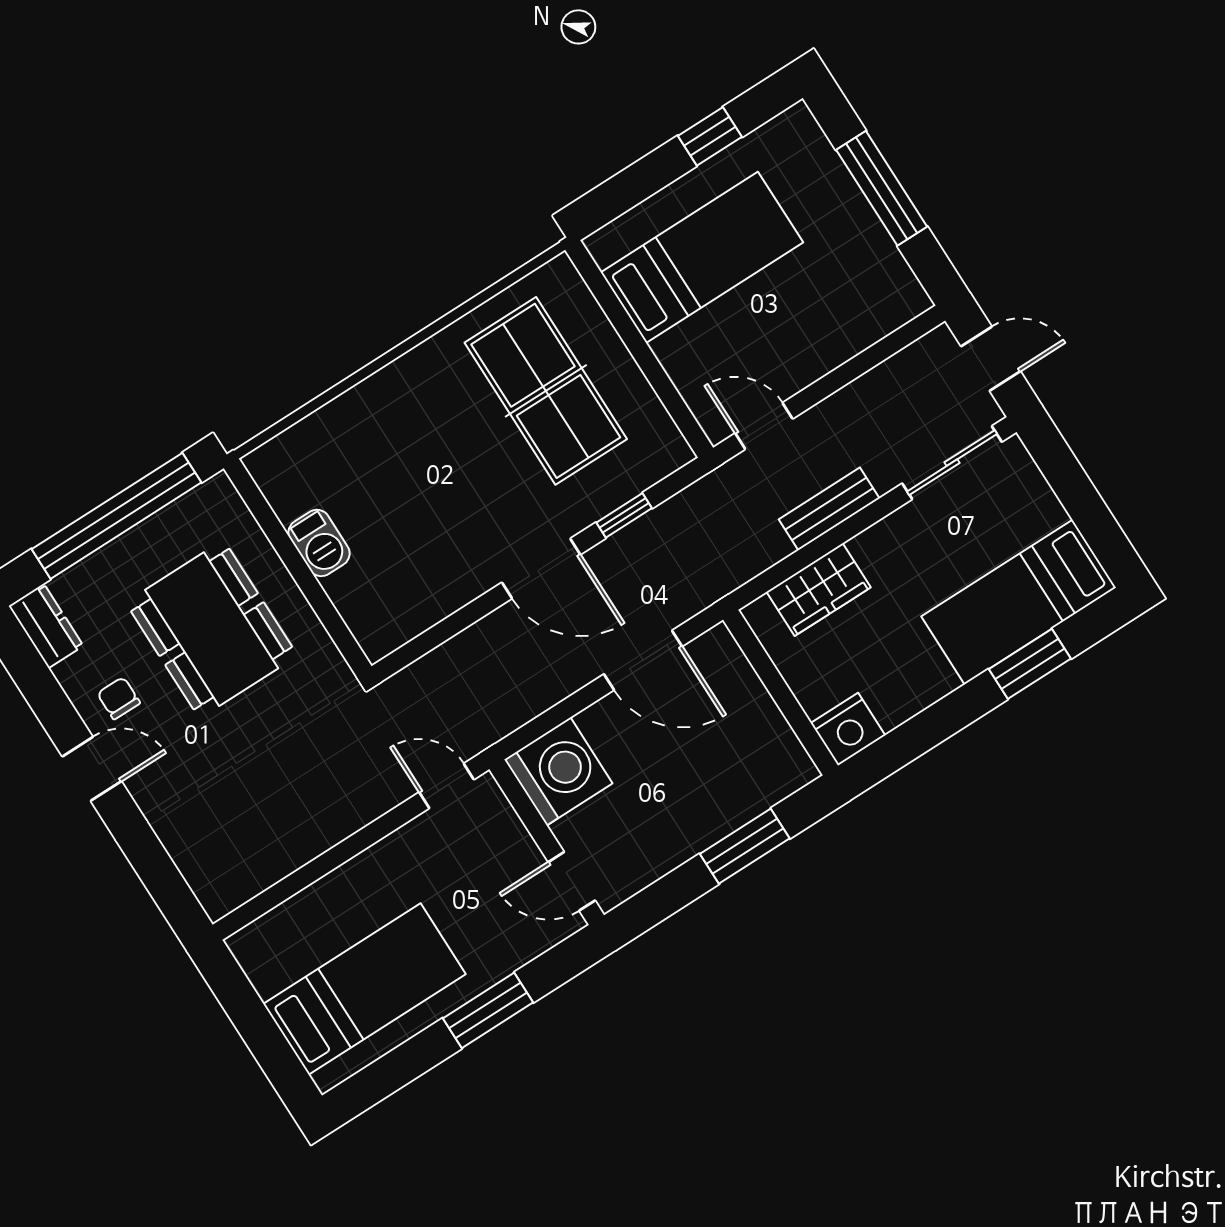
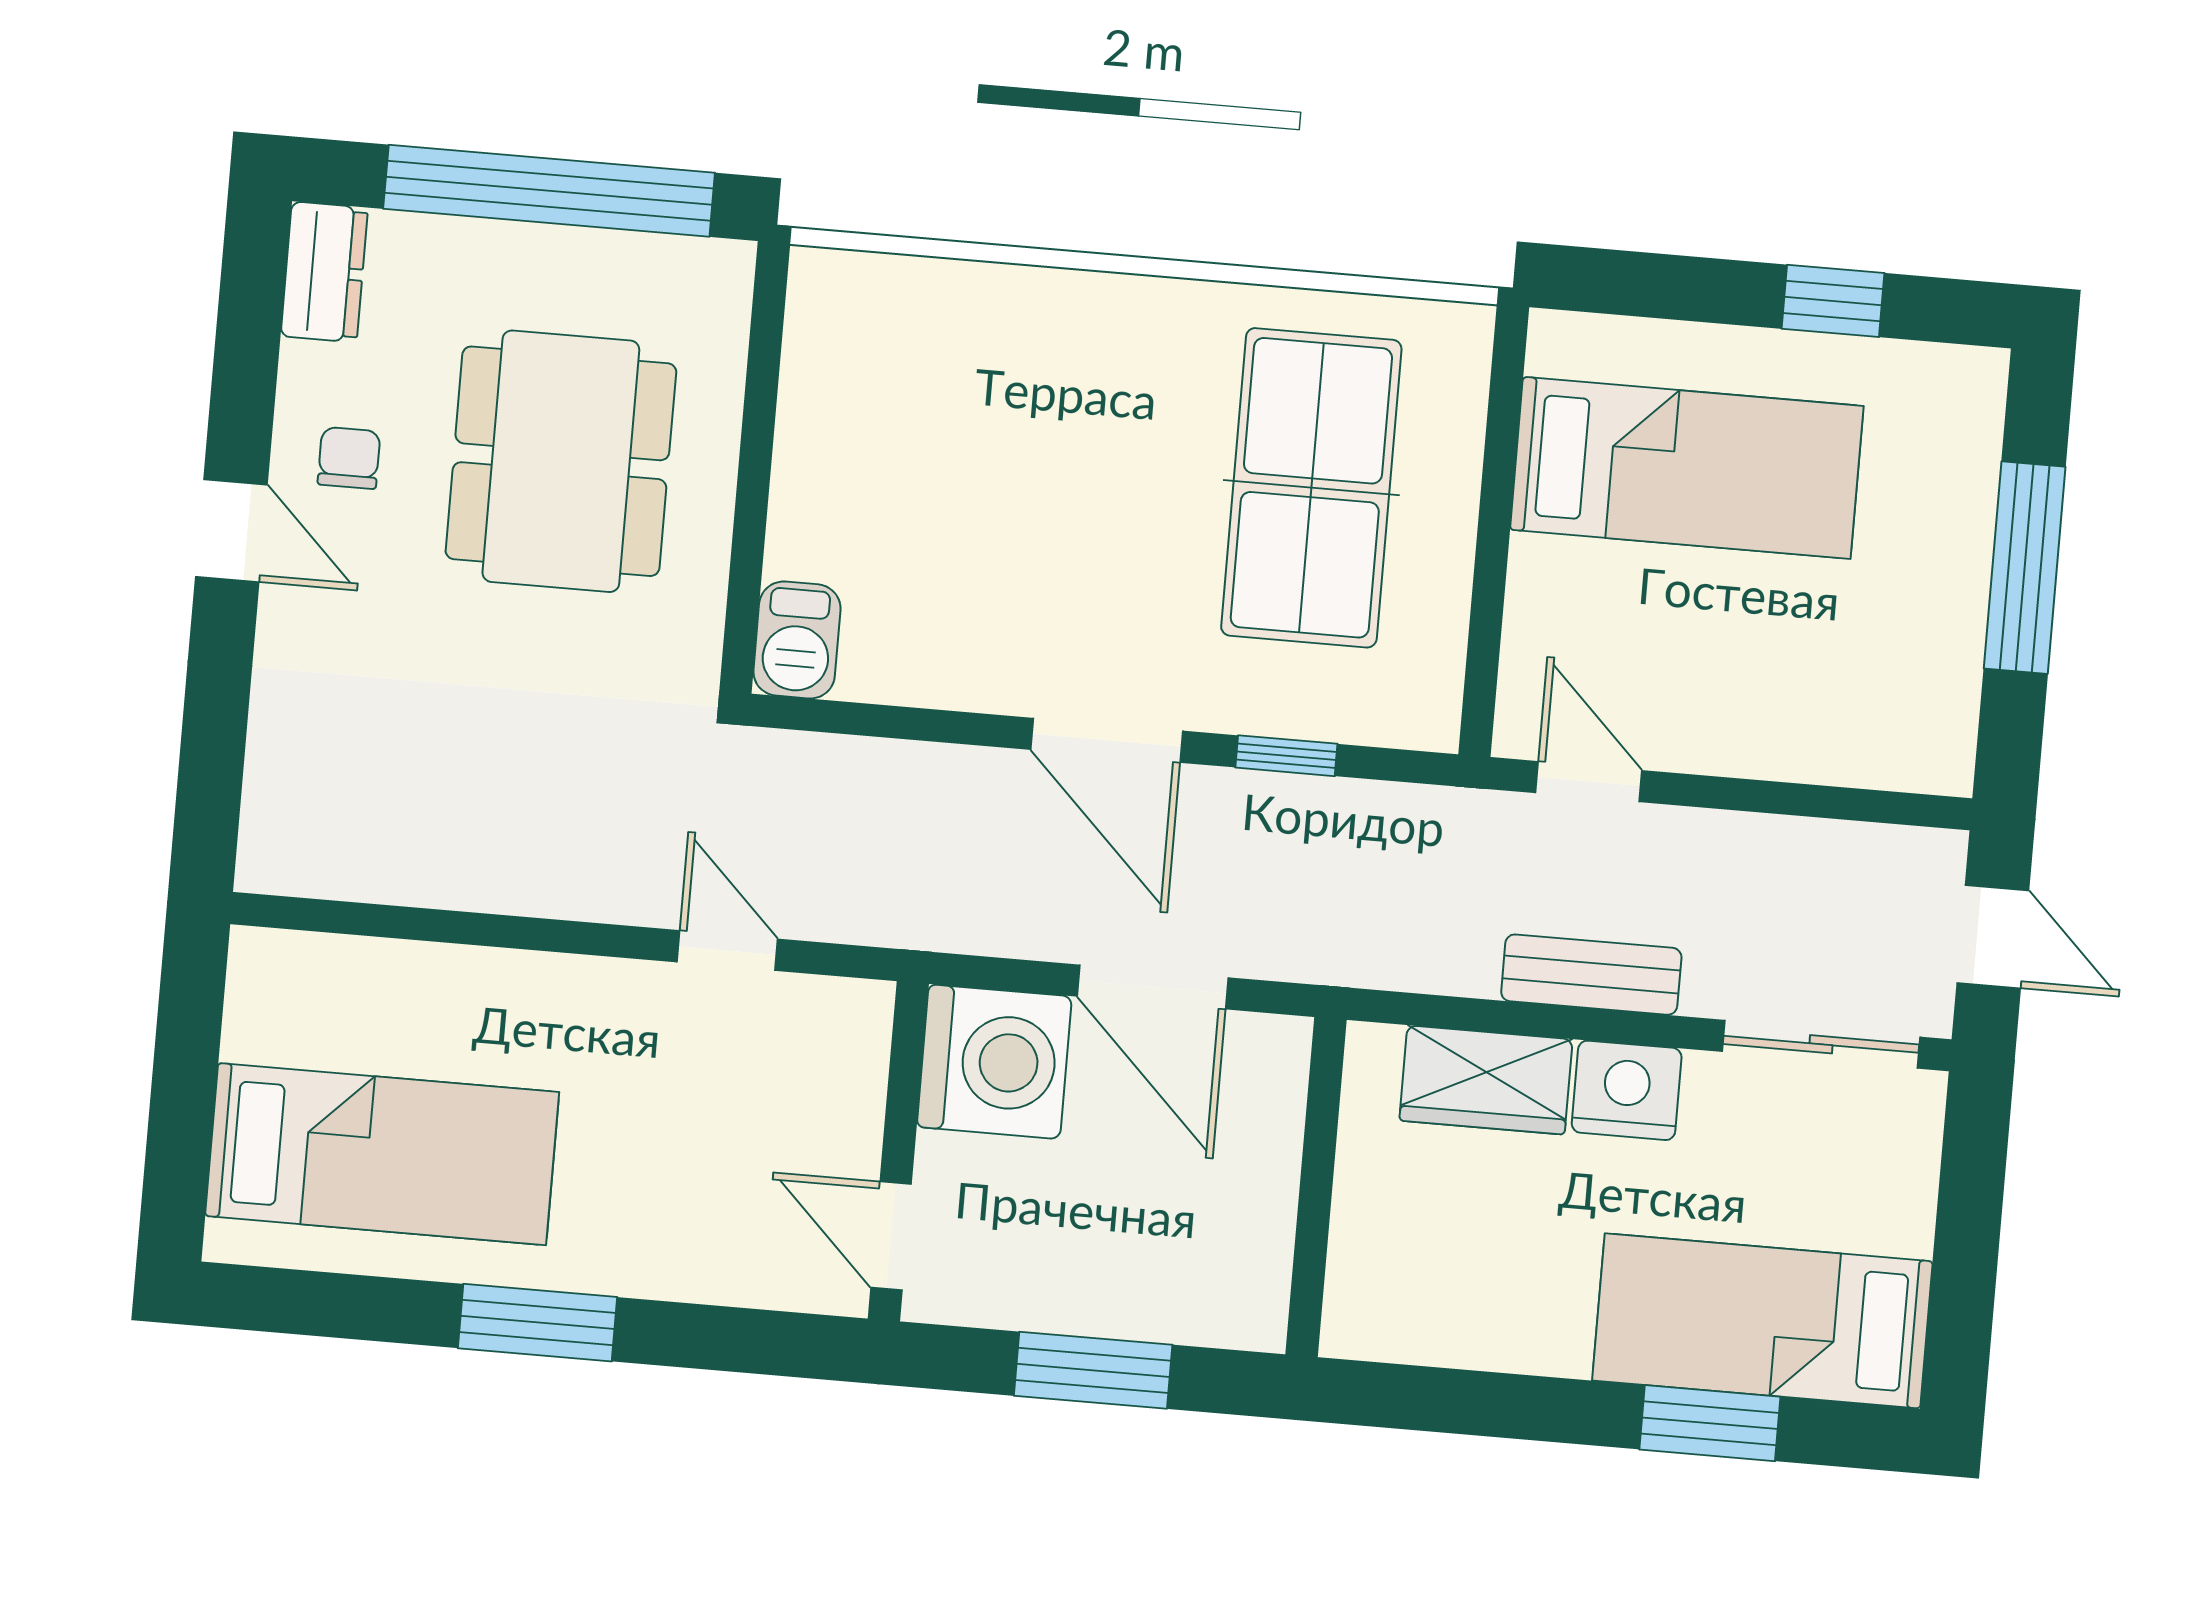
barbecue: (319, 543) -> (797, 640), moved
nightstand: (848, 729) -> (1627, 1090), moved, turned 180
washing machine: (558, 771) -> (994, 1062), moved
wall: (547, 842) -> (898, 1151), moved
door: (572, 881) -> (891, 1236), moved

